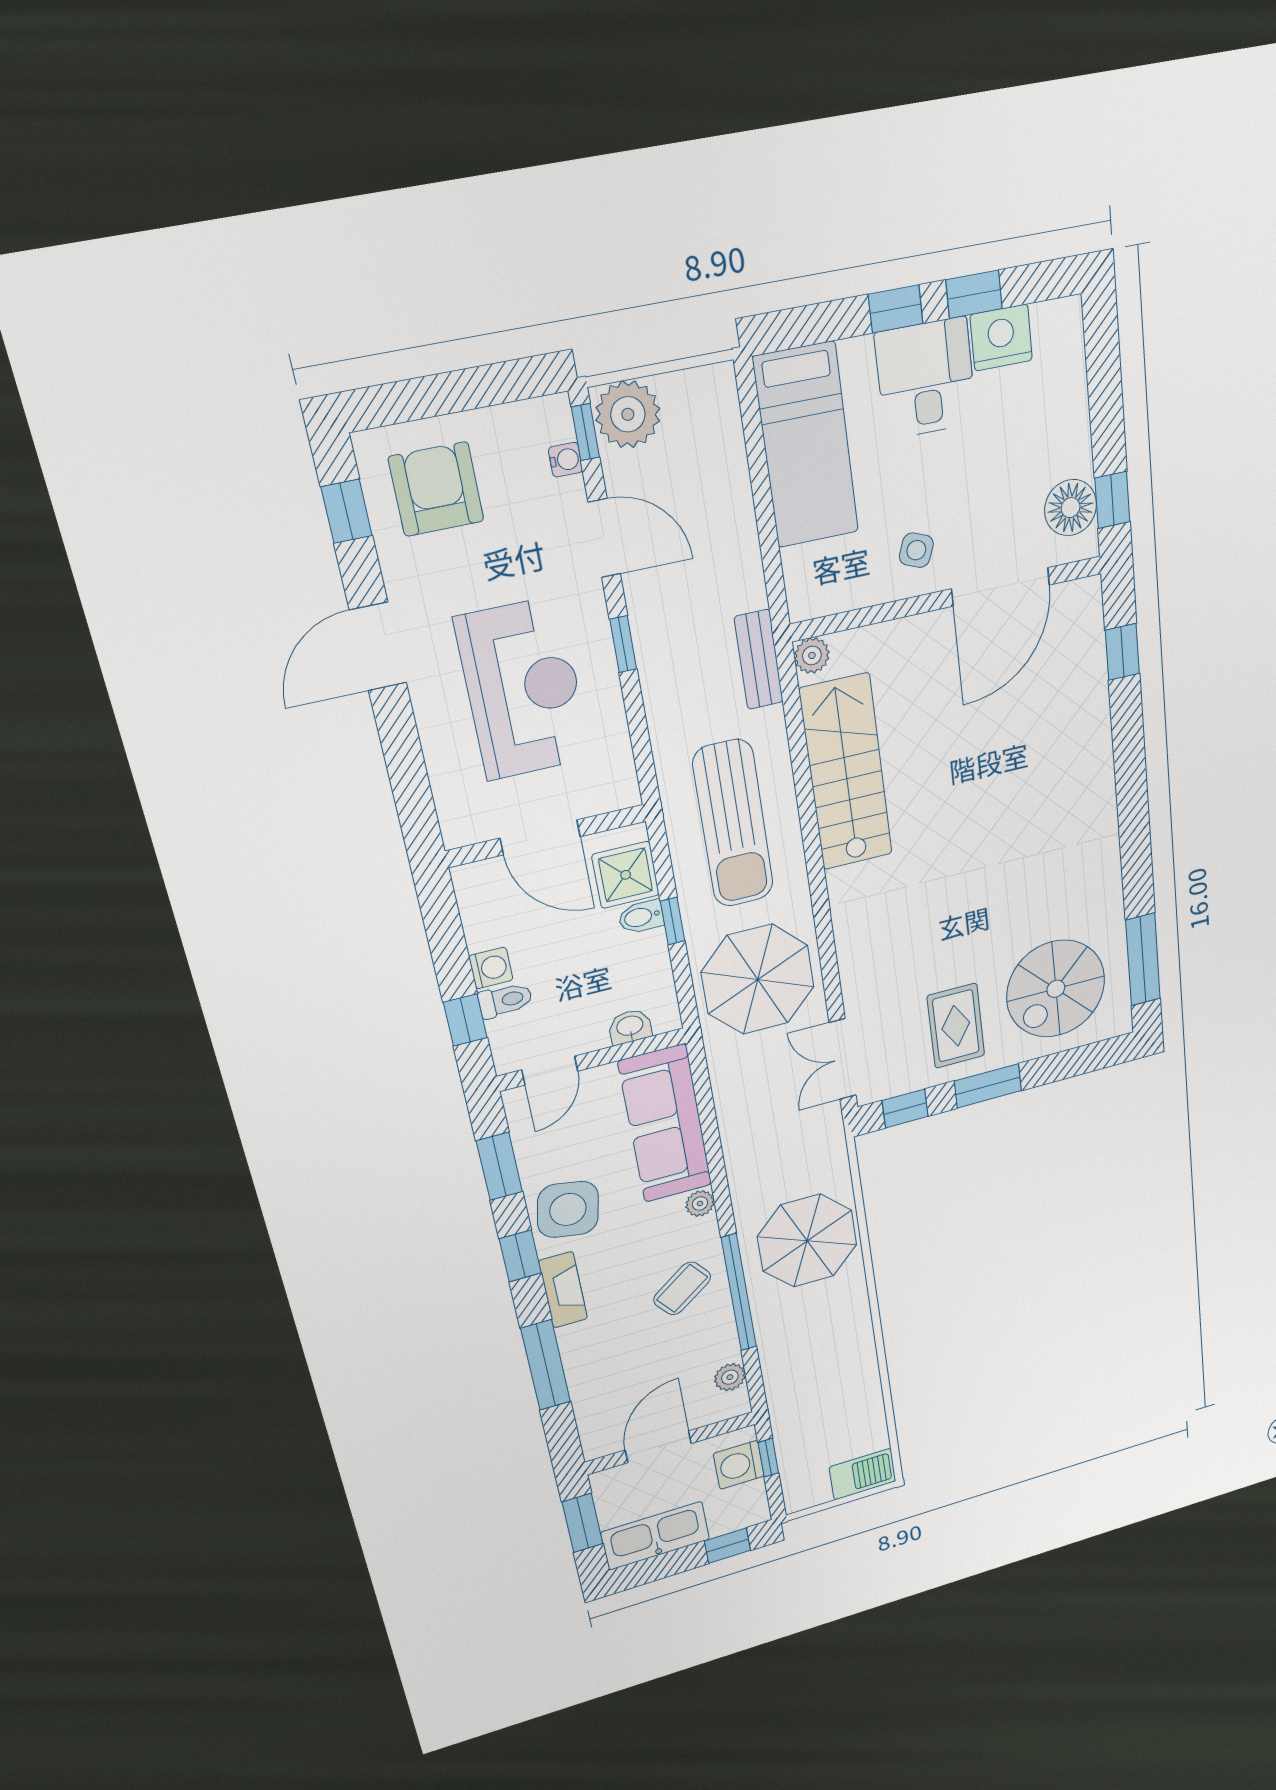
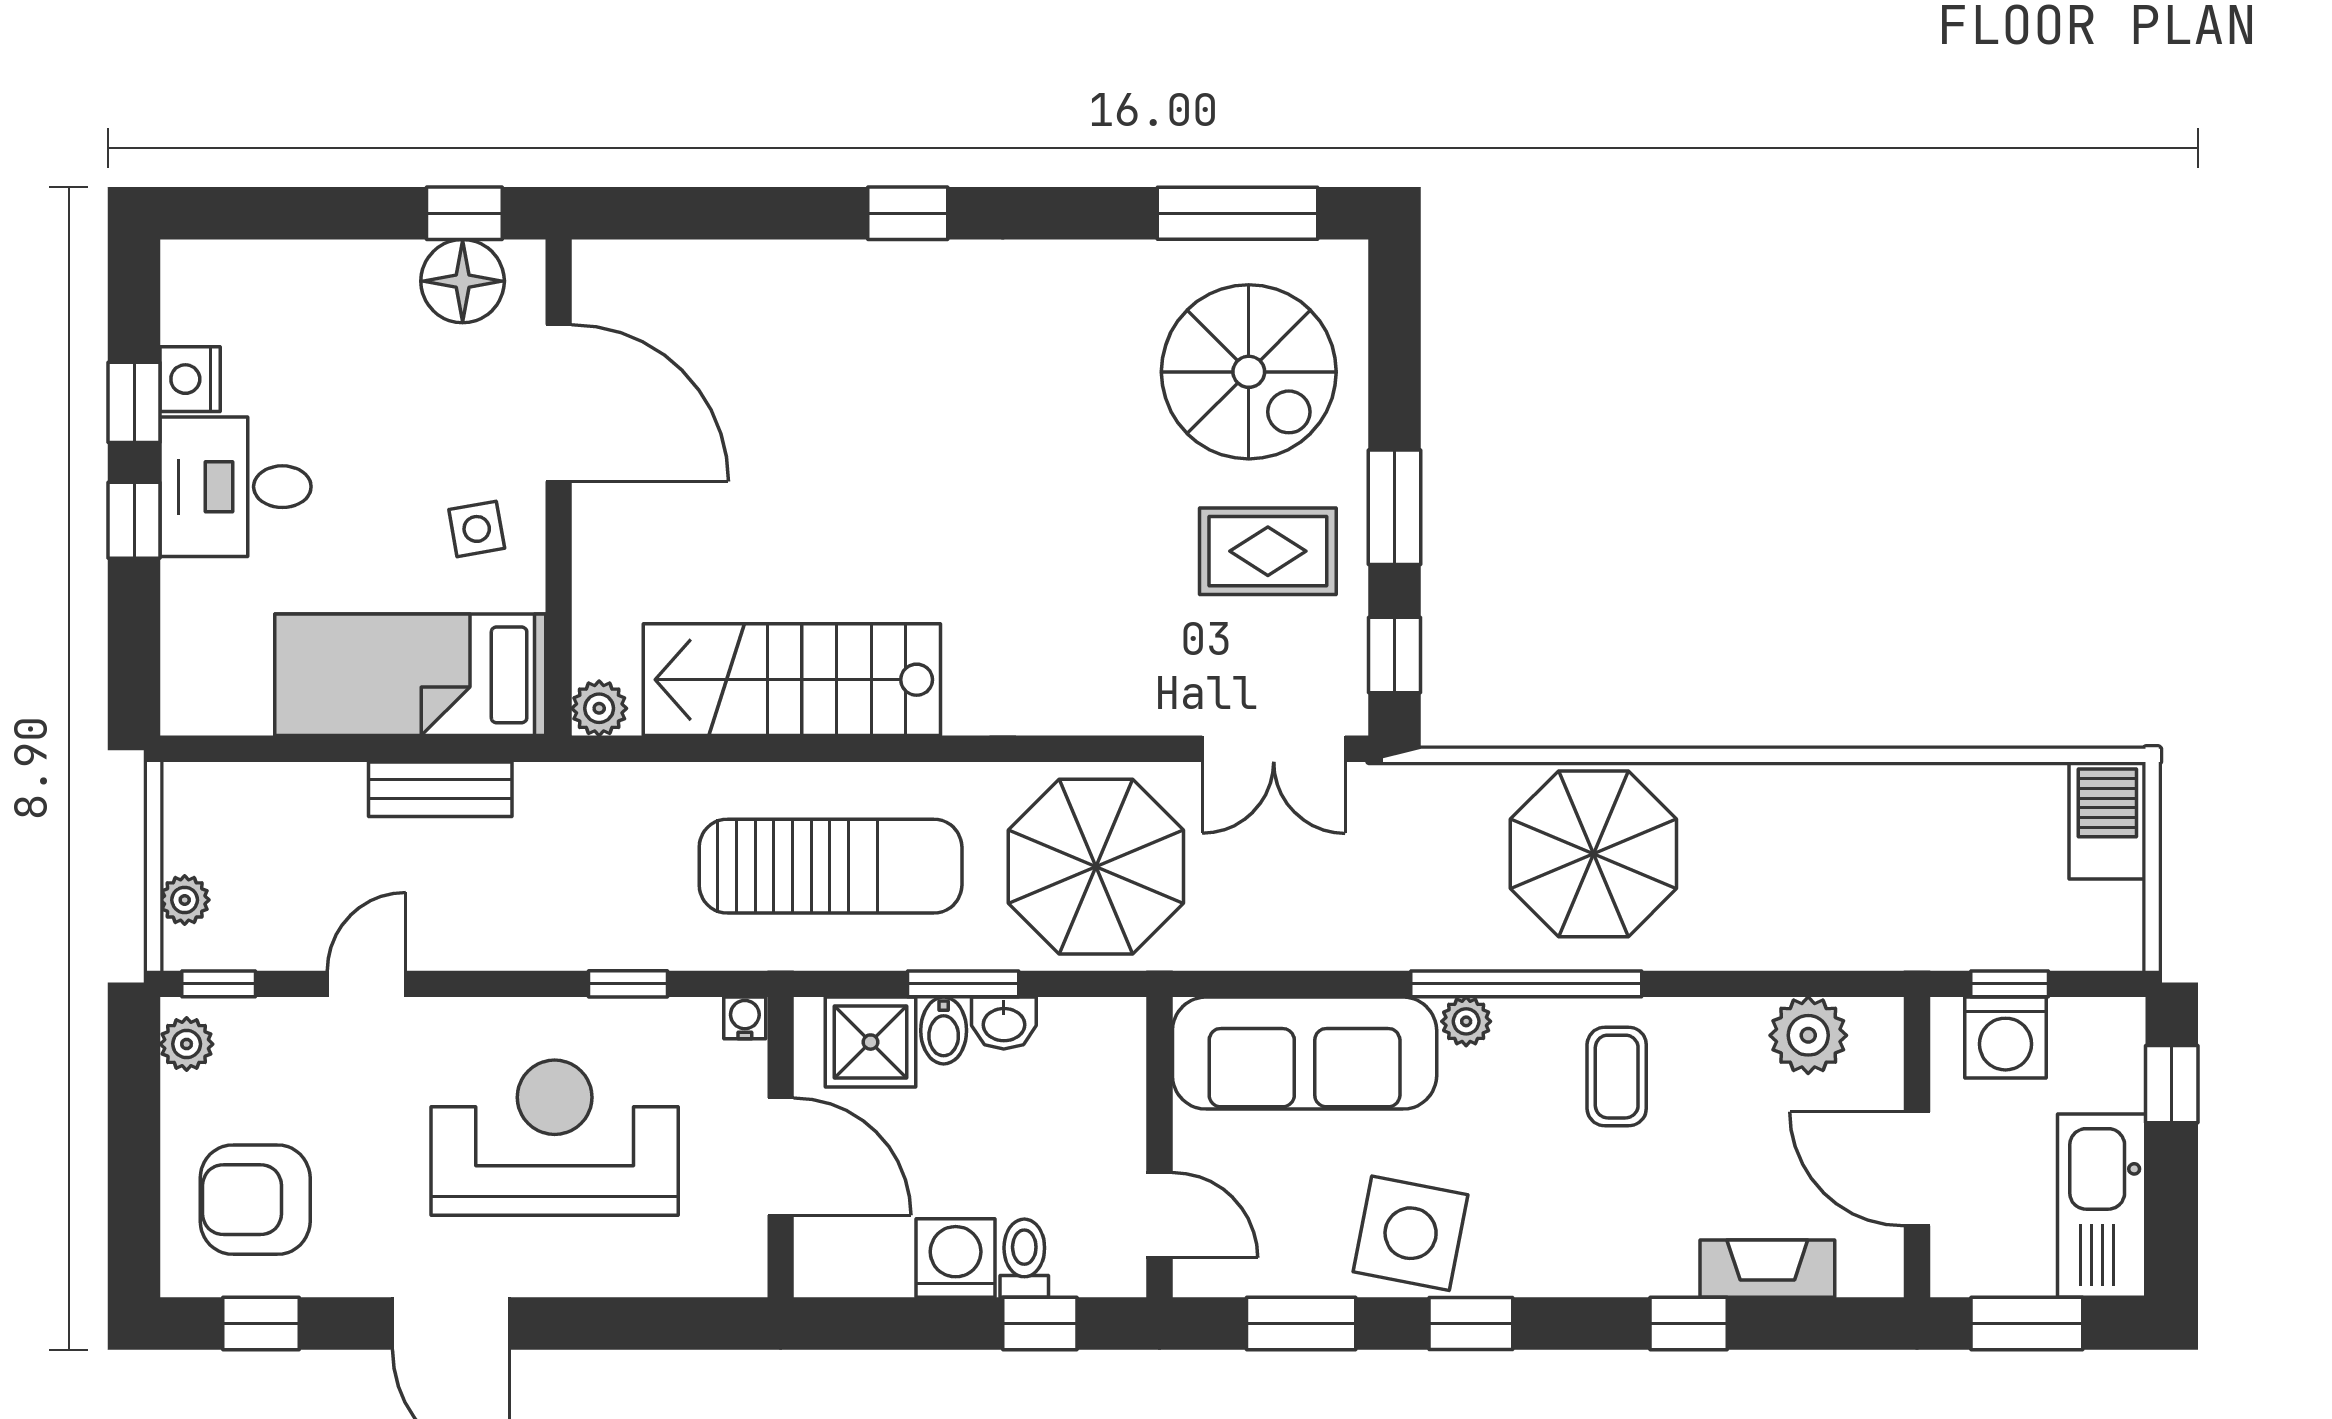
nightstand: (1001, 338) -> (190, 379), width x0.74, depth x0.75
plant: (628, 414) -> (185, 900), width x0.53, depth x0.53
plant: (538, 417) -> (187, 1044), added
bed: (806, 446) -> (410, 675), moved, turned 180
water cooler: (566, 460) -> (745, 1018), moved
door: (604, 538) -> (367, 984), width x0.73
side table: (916, 550) -> (477, 529), turned -31
window: (623, 644) -> (628, 984), moved
window: (1122, 652) -> (908, 213), moved
bench: (759, 660) -> (440, 789), moved
door: (540, 837) -> (781, 1157), hinge flipped
window: (673, 921) -> (963, 984), width x1.50
washing machine: (491, 968) -> (956, 1258), width x1.38, depth x1.38
washbasin: (630, 1027) -> (1004, 1023), moved, turned -90
coffee table: (682, 1288) -> (1617, 1077), turned 37
fireplace: (563, 1290) -> (1767, 1269), moved
window: (739, 1293) -> (1526, 984), moved
window: (546, 1365) -> (1689, 1324), width x0.46
plant: (730, 1377) -> (1808, 1035), width x1.38, depth x1.38

